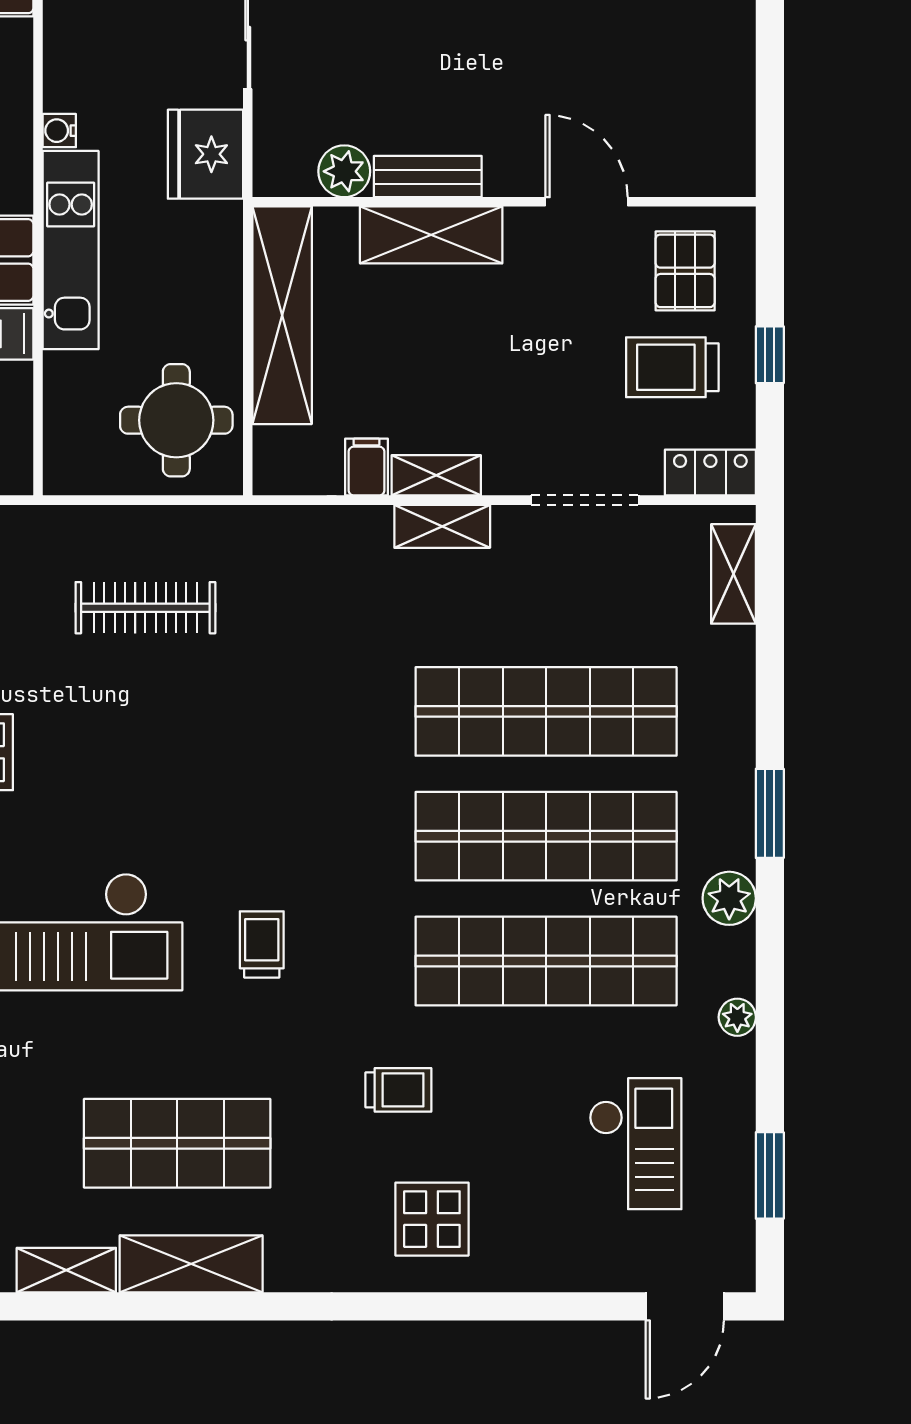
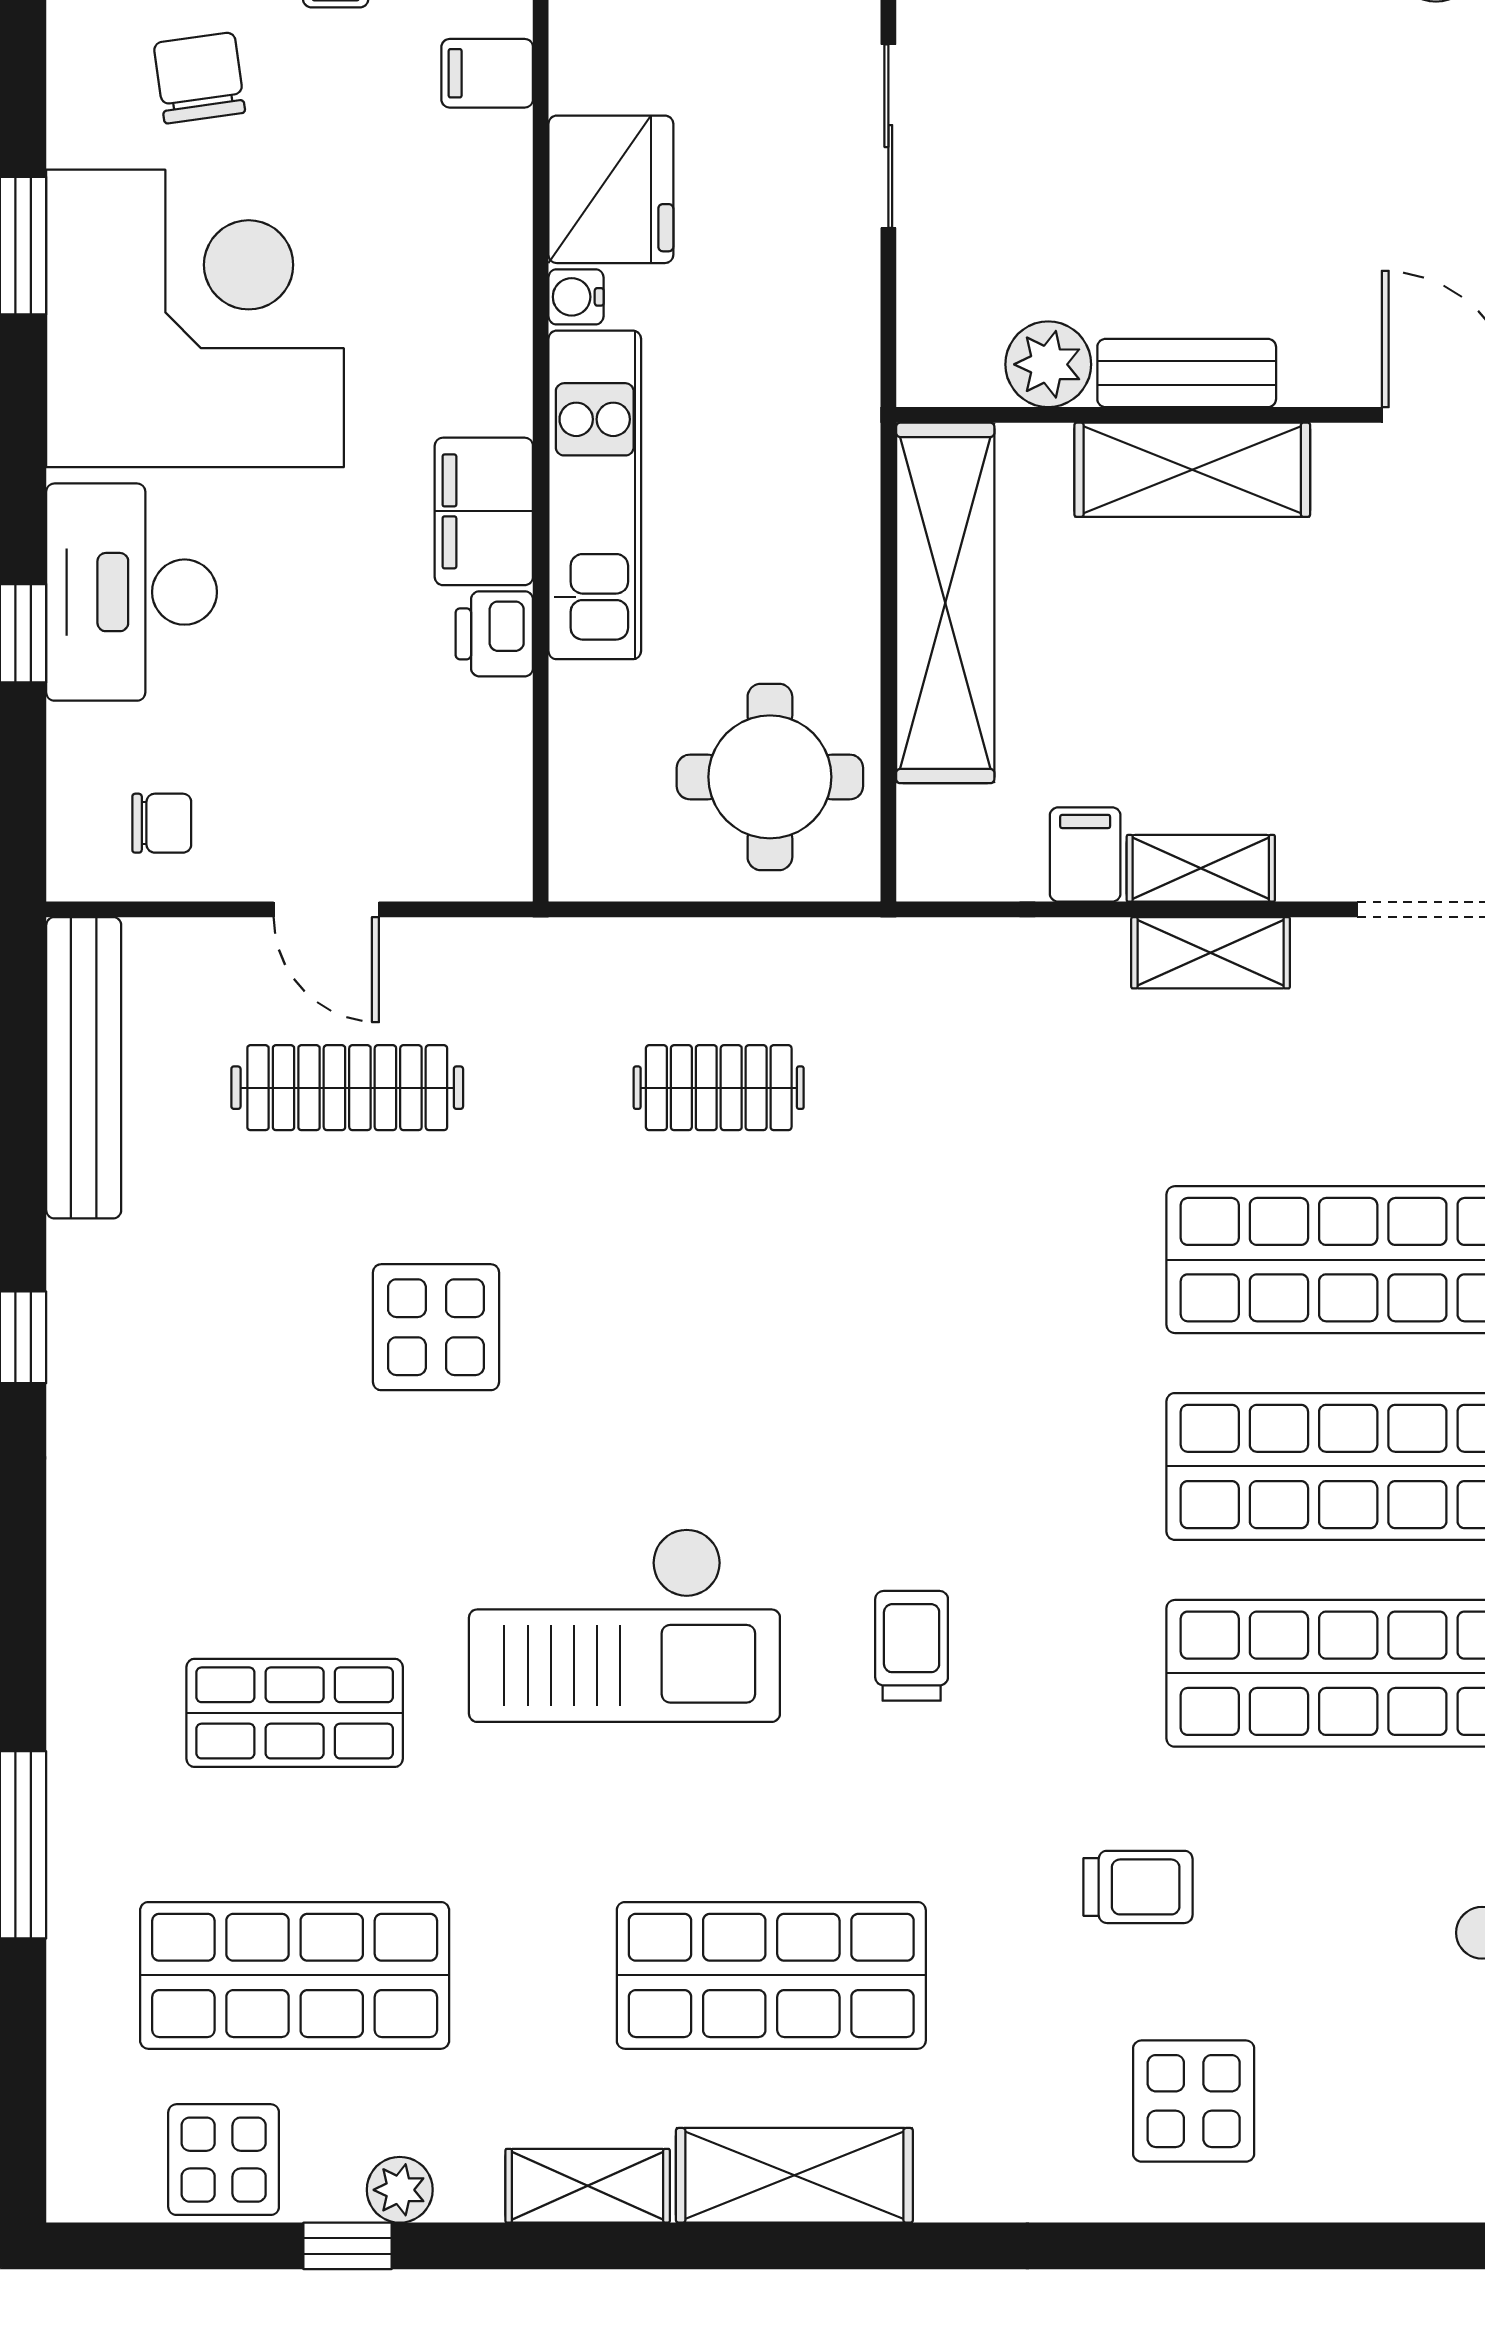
fridge: (205, 154) -> (611, 189), moved, turned 180
clothes rail: (145, 608) -> (719, 1088), width x0.73

